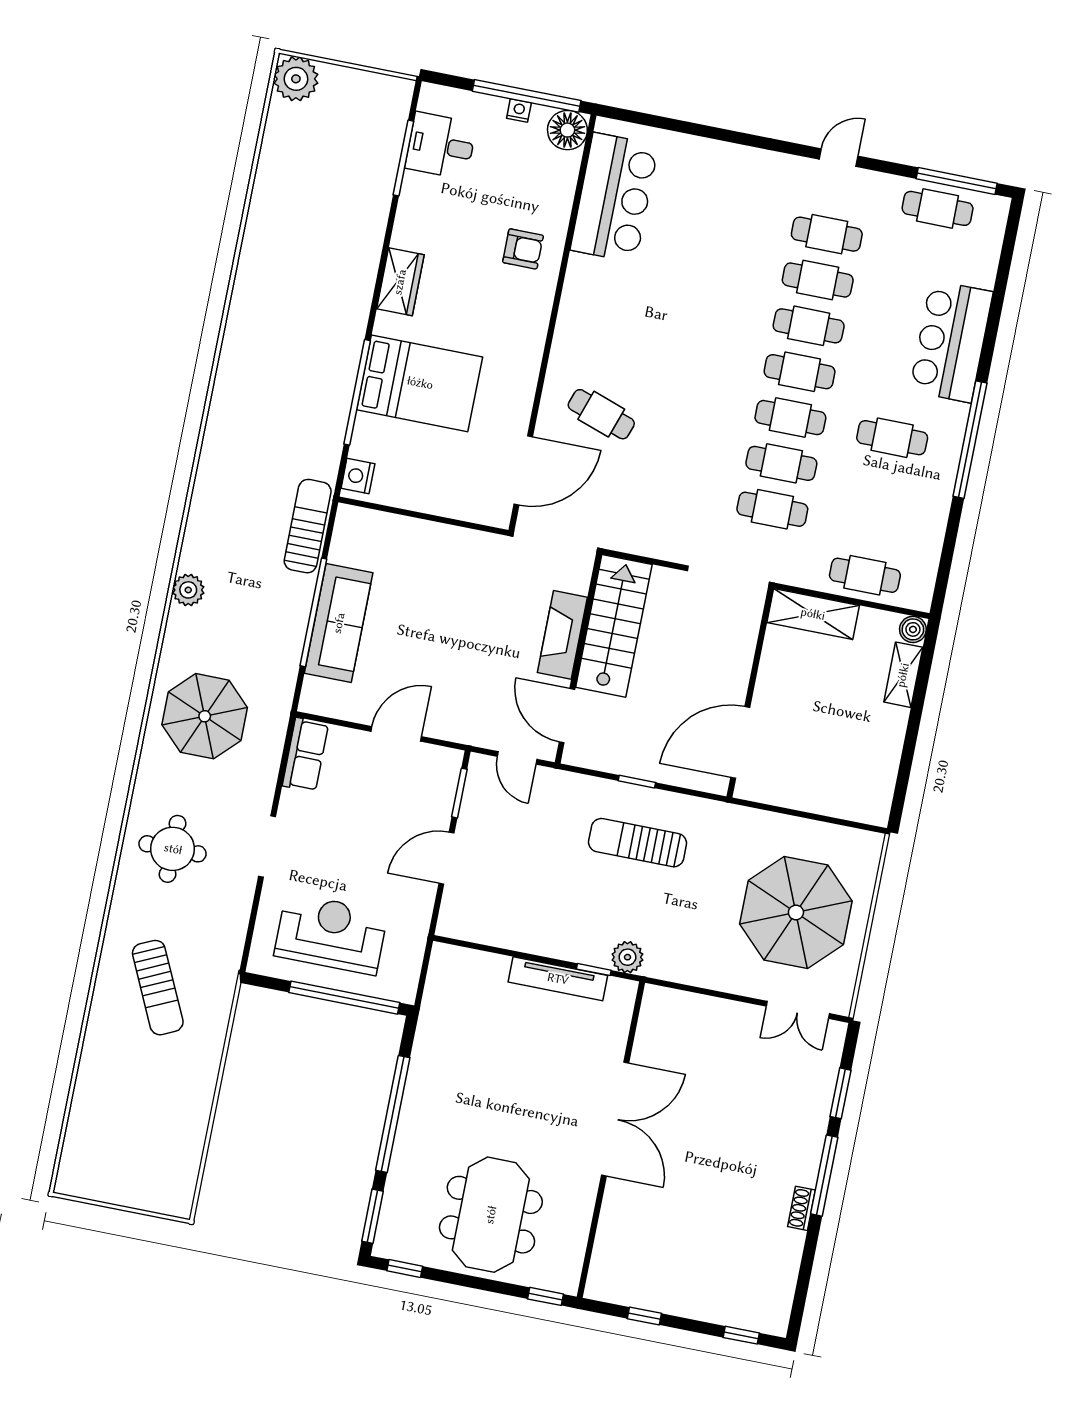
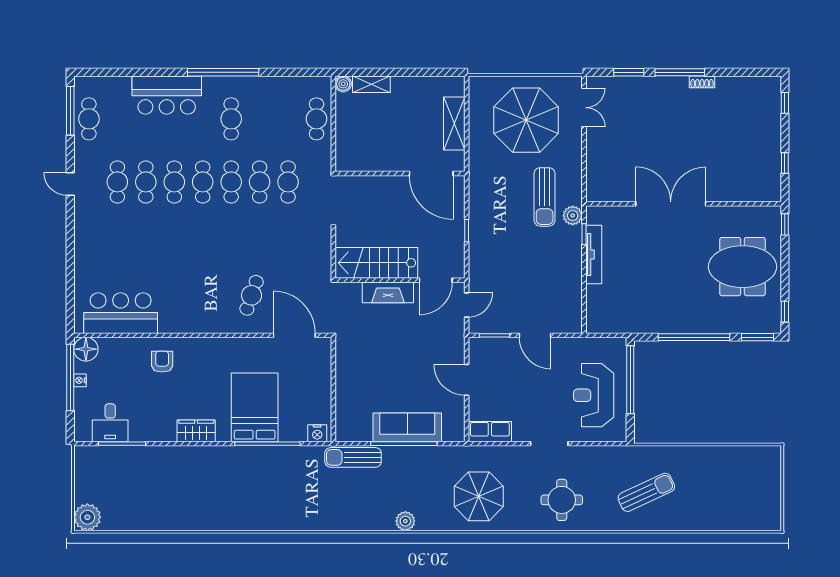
shelving: (813, 614) -> (454, 124), moved
sun lounger: (638, 843) -> (545, 197), moved

